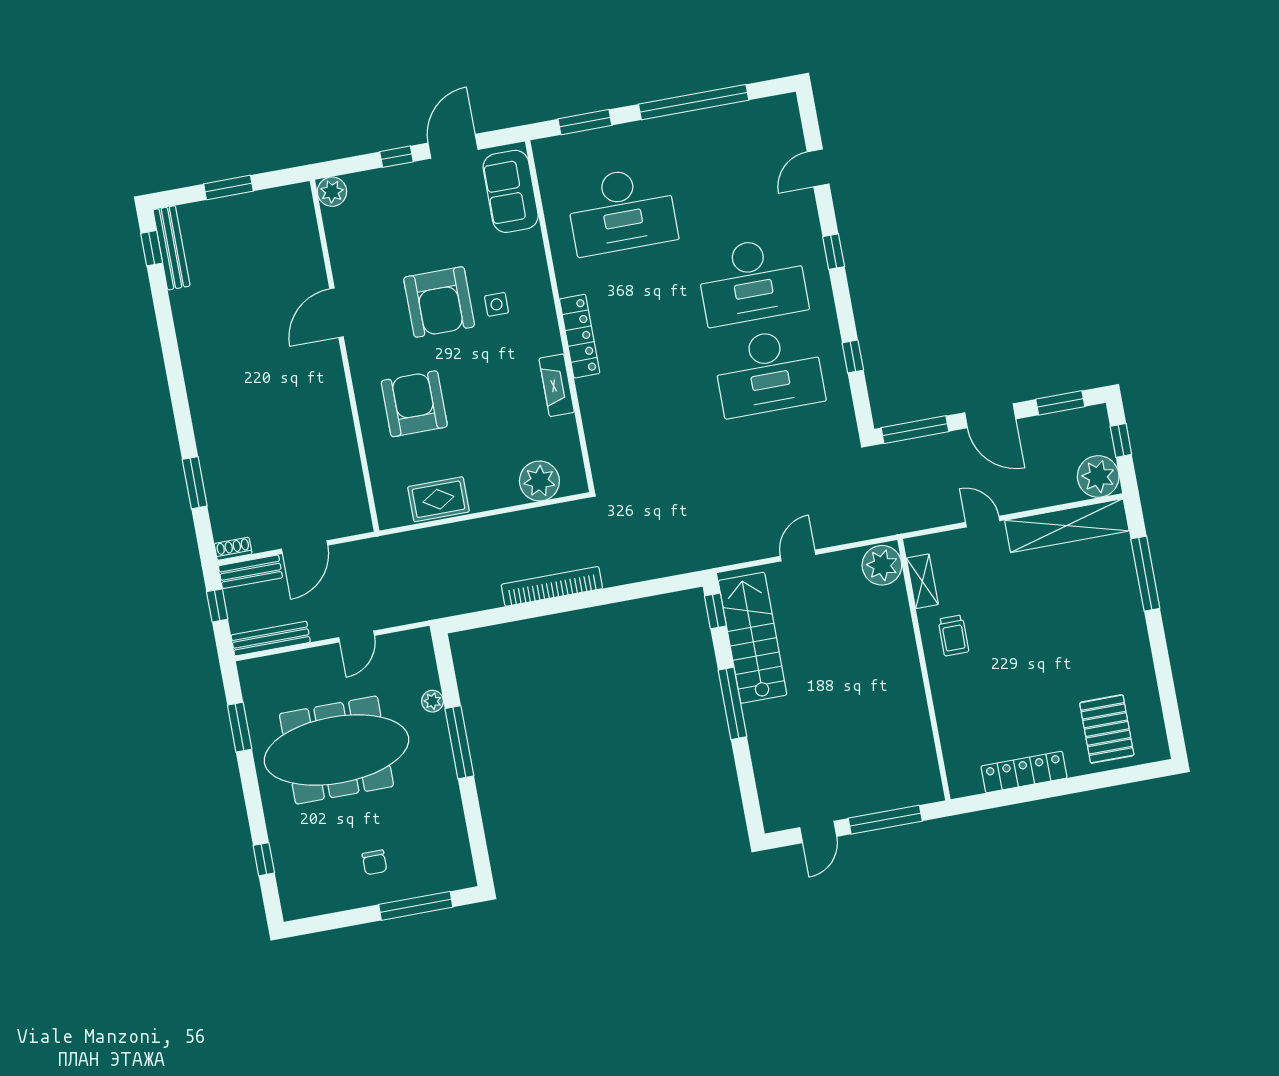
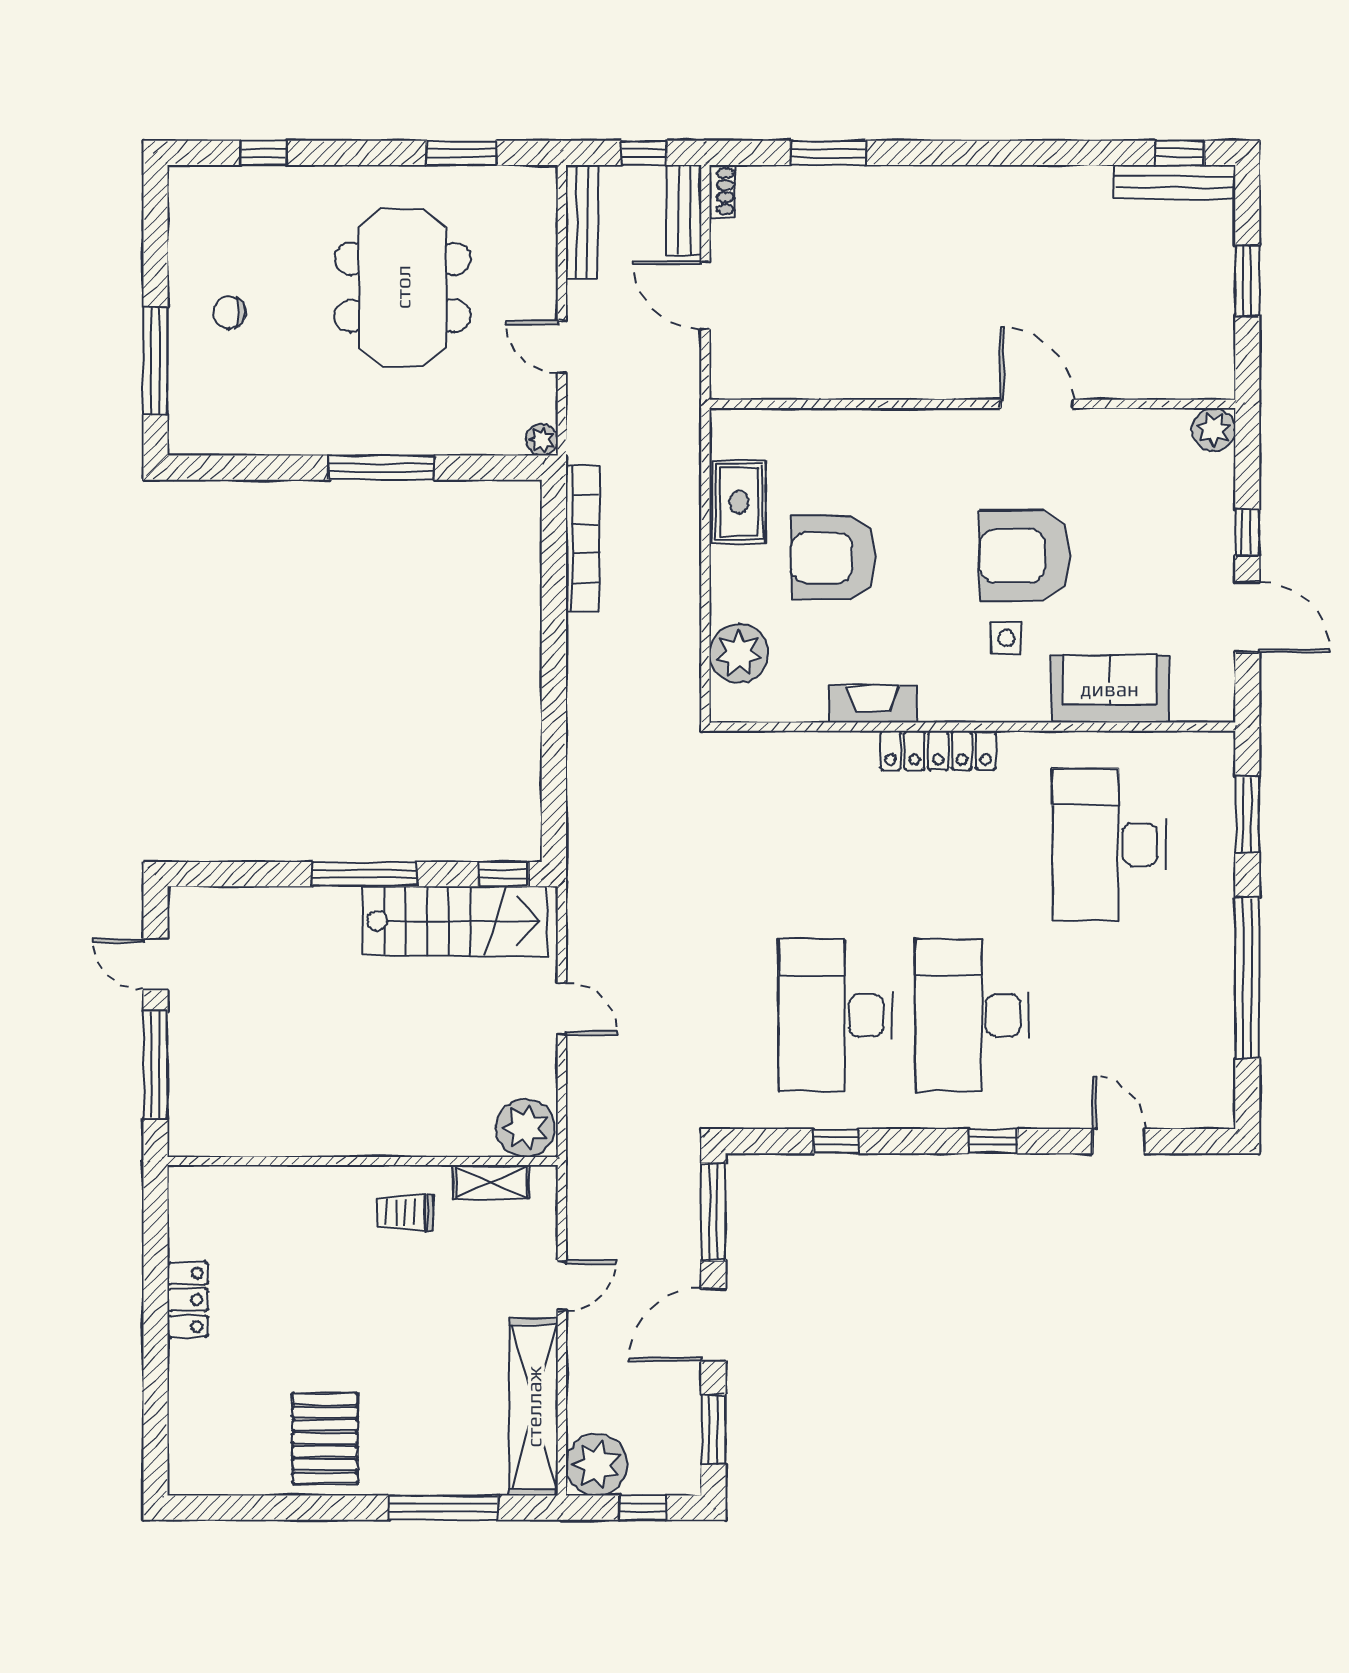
sofa: (511, 191) -> (1110, 689), moved
armchair: (414, 404) -> (834, 558), moved, turned 180
bookcase: (552, 586) -> (583, 538), moved
plant: (432, 701) -> (542, 440), moved
pallet: (1107, 729) -> (325, 1439), moved, turned 90
meeting table: (336, 750) -> (403, 287), width x0.73
locker: (1024, 772) -> (188, 1300), width x0.66

